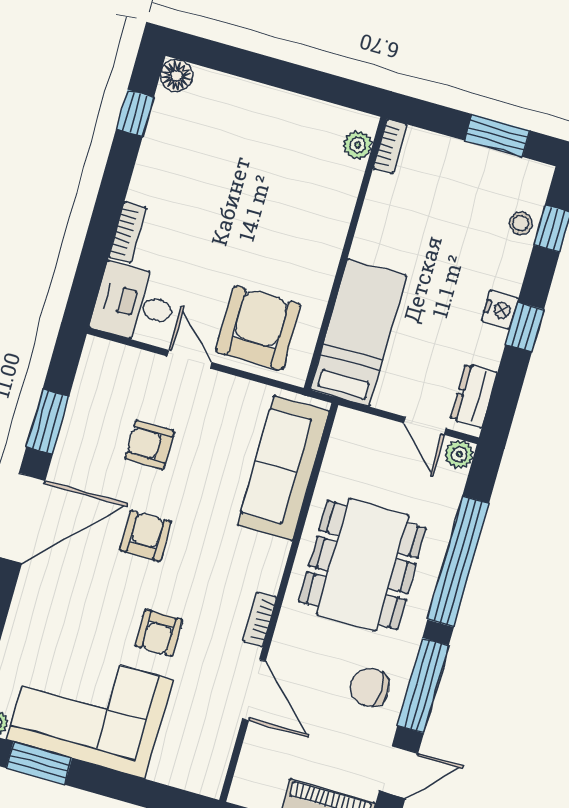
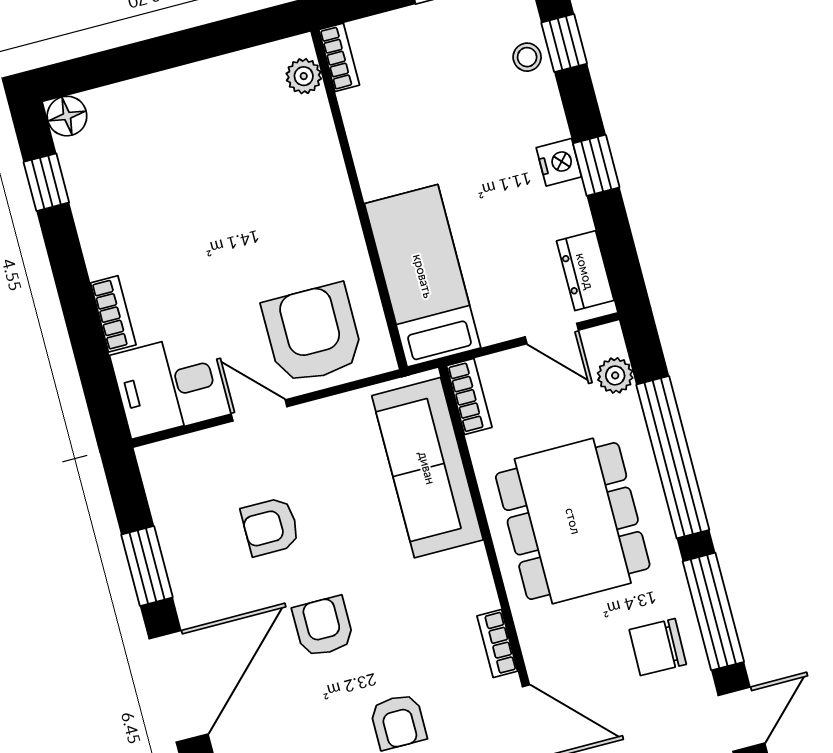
bookcase: (341, 436) -> (469, 396), added
plant: (459, 454) -> (615, 375), moved

